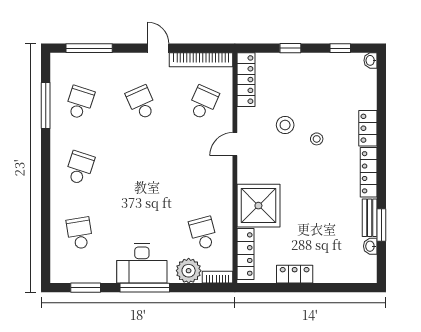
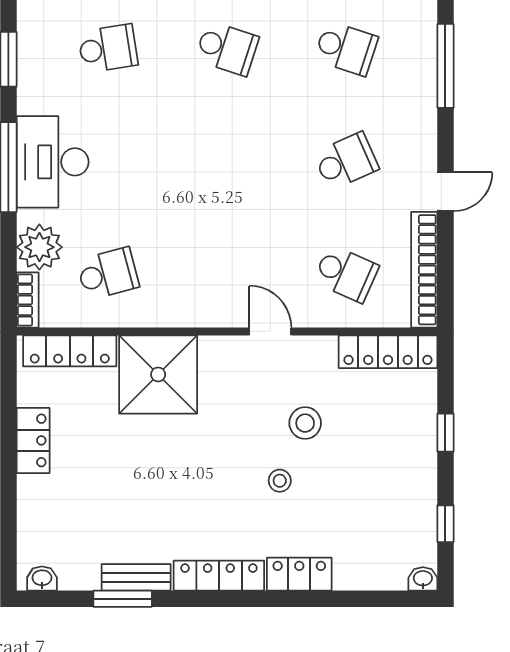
washbasin: (370, 246) -> (42, 578), moved

